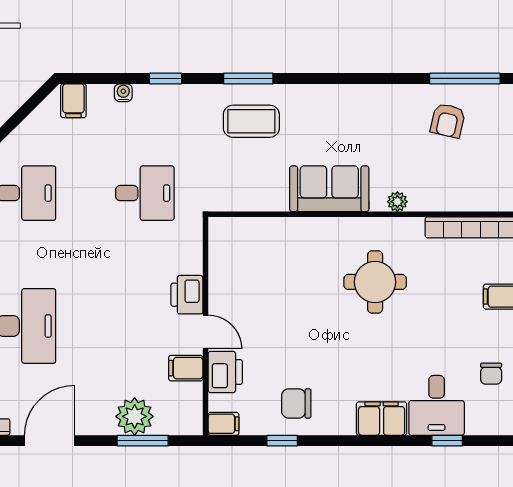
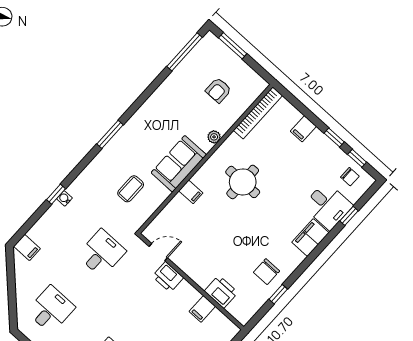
window: (248, 78) -> (110, 134), moved
water cooler: (123, 93) -> (64, 198), moved
coffee table: (251, 121) -> (131, 189), moved, width x0.73, depth x0.77
armchair: (448, 121) -> (218, 90), moved, turned 77
door: (205, 332) -> (158, 252), moved
chair: (491, 374) -> (350, 177), moved
filing cabinet: (223, 424) -> (191, 192), moved, turned 90

